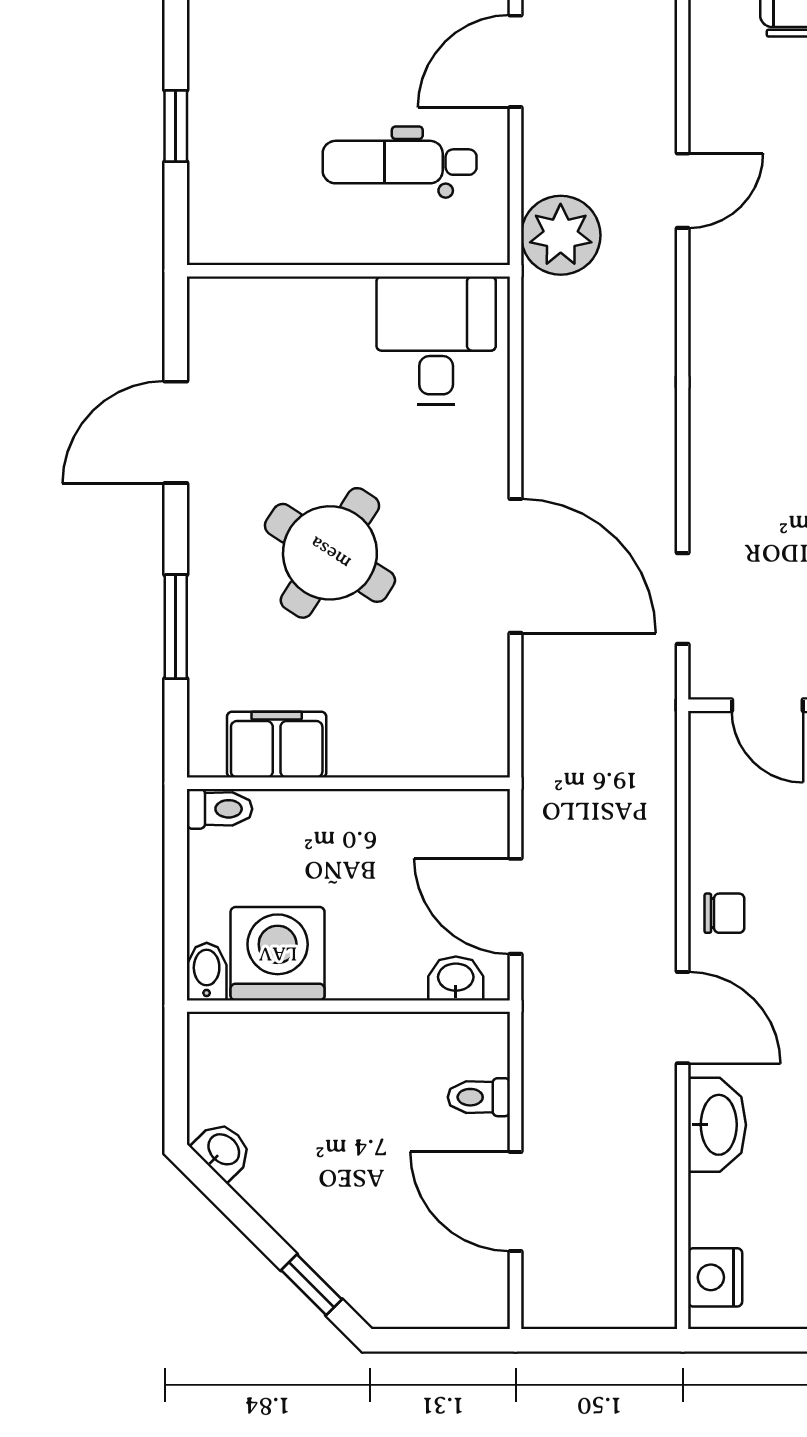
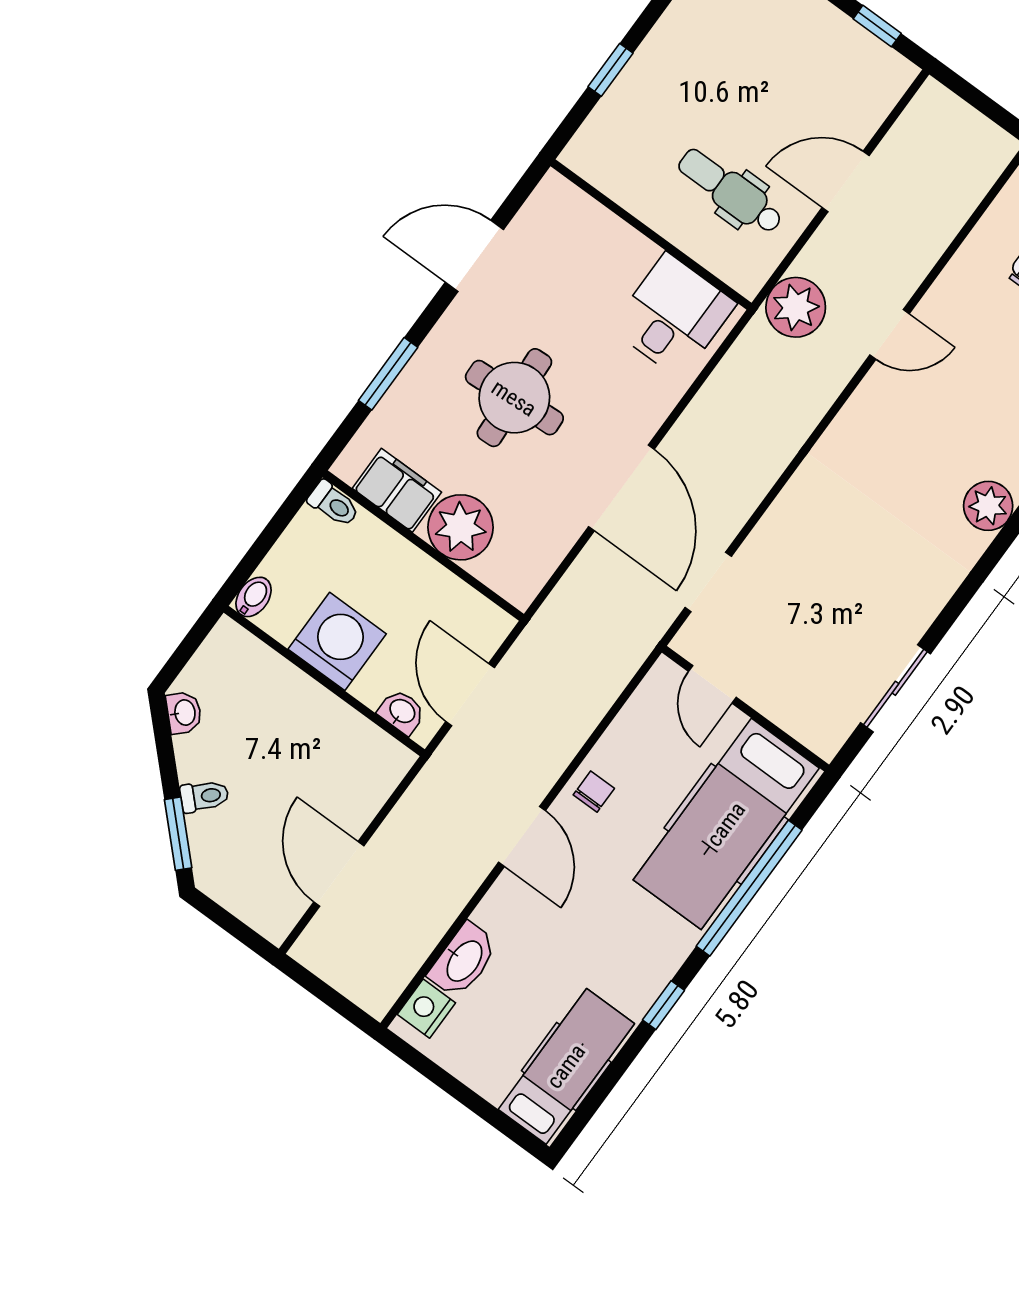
round table: (330, 553) -> (514, 398), turned -36
plant: (374, 734) -> (461, 527), added
chair: (724, 913) -> (594, 792), turned -90
washing machine: (278, 954) -> (337, 641), moved
toilet: (479, 1097) -> (204, 796), moved, turned 135
washbasin: (717, 1125) -> (463, 960), moved
window: (312, 1285) -> (178, 834), width x1.50

